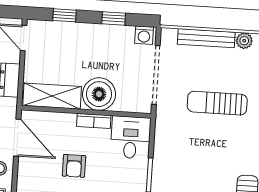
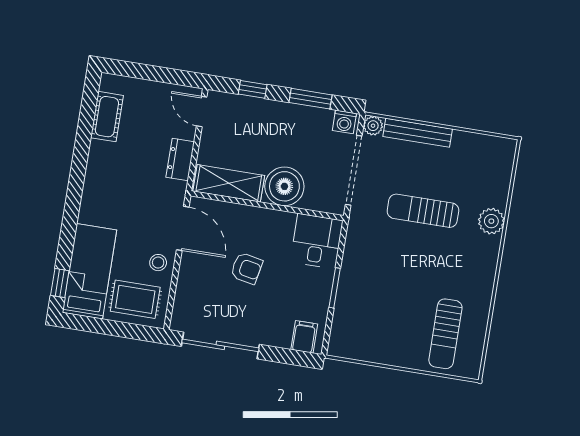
window: (114, 18) -> (310, 99), width x1.50
plant: (244, 41) -> (373, 126), moved
bookcase: (94, 121) -> (275, 217), removed
armchair: (74, 166) -> (246, 268), turned -79

